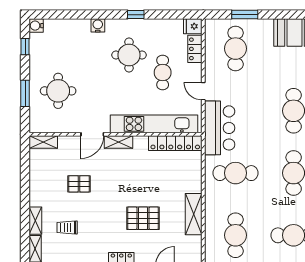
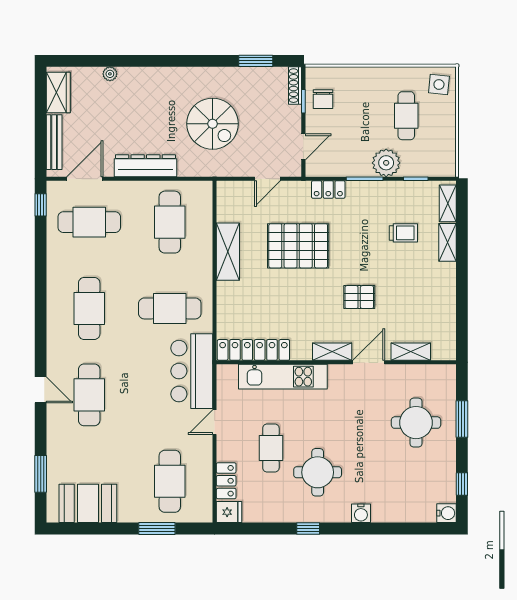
door: (203, 91) -> (215, 422), swing flipped
kitchen unit: (154, 124) -> (283, 377), width x0.73
shelving: (43, 142) -> (411, 352), moved
pallet: (79, 184) -> (359, 297), moved
pallet: (143, 218) -> (298, 246), width x1.37, depth x1.41

